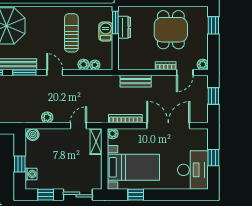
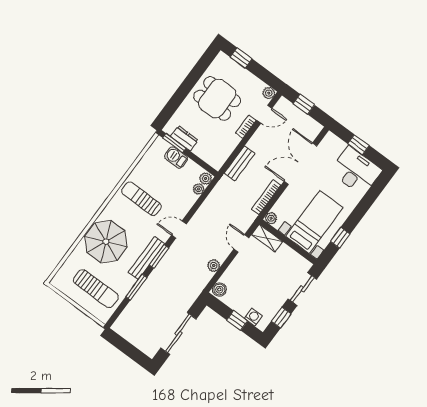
sun lounger: (71, 33) -> (141, 199), moved
plant: (83, 64) -> (206, 178), moved
door: (185, 73) -> (264, 114), hinge flipped

